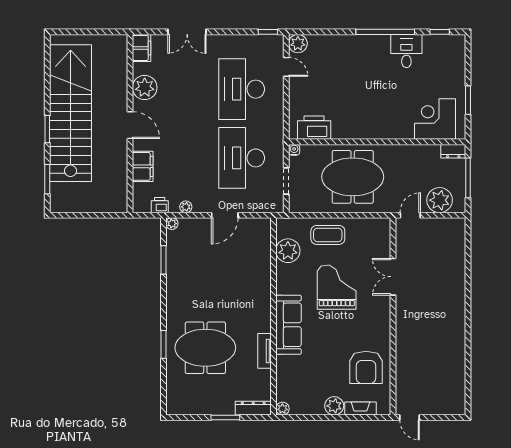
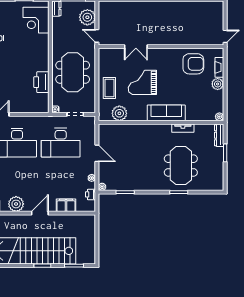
printer: (314, 128) -> (41, 82), moved

